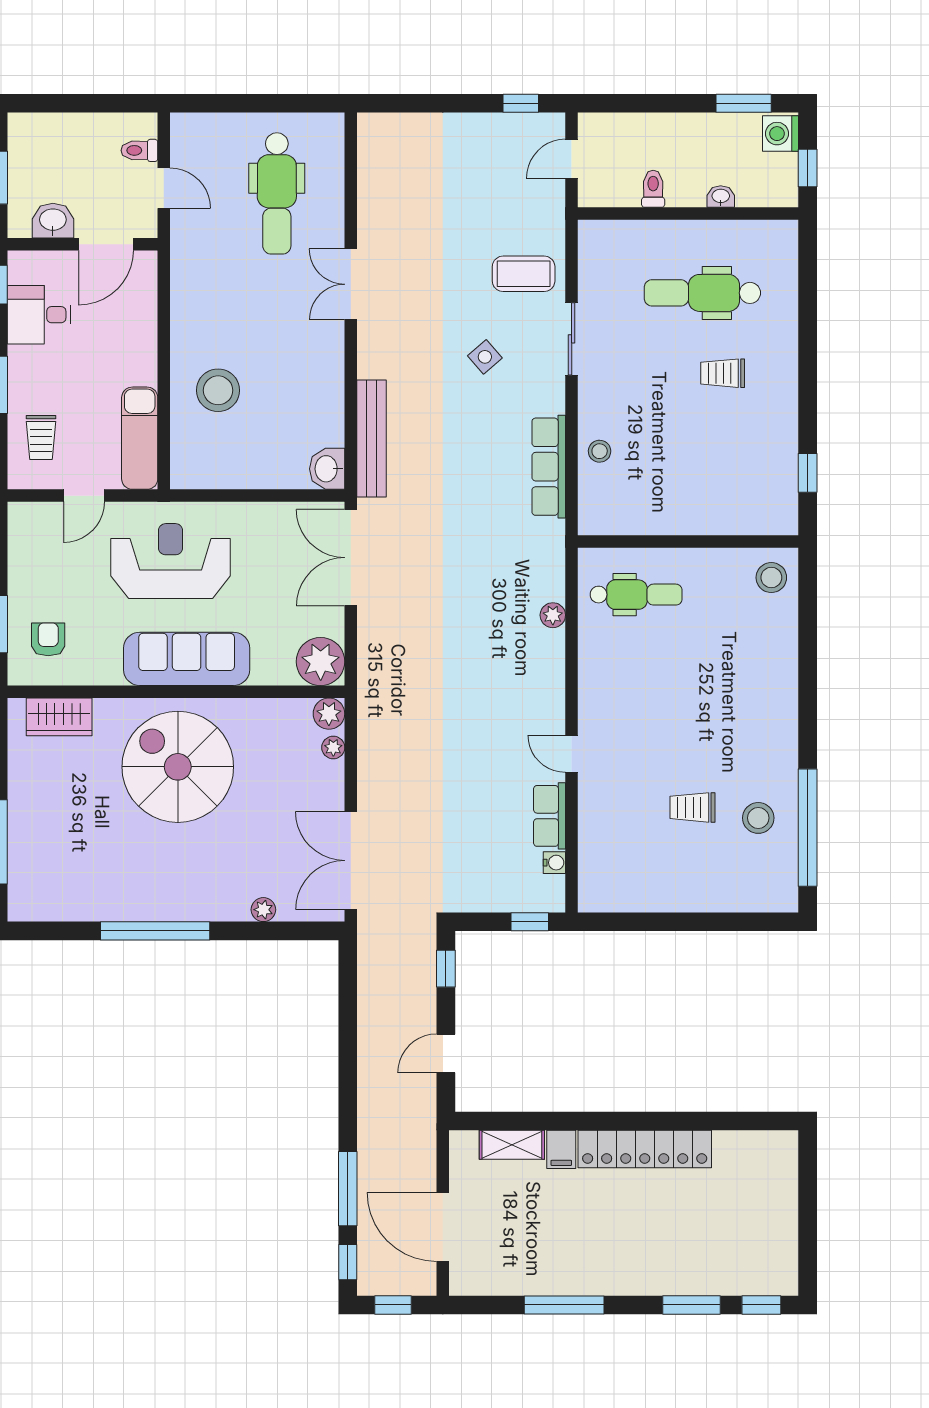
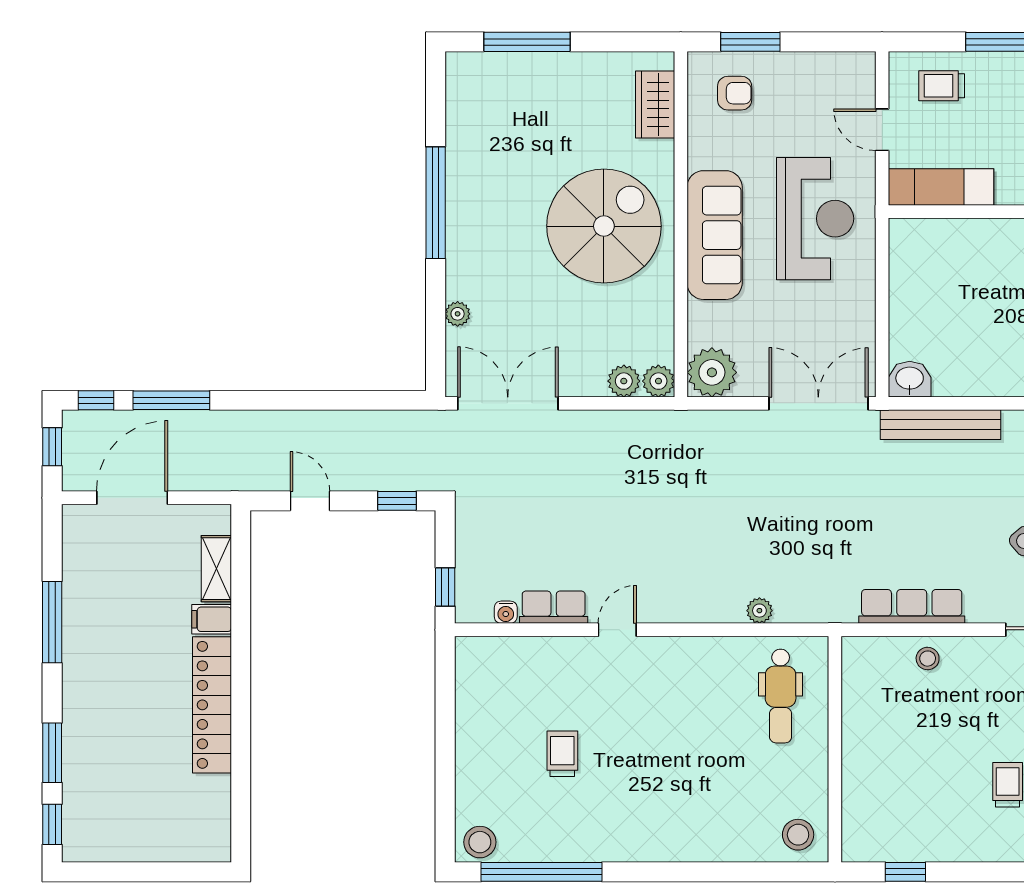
stool: (218, 390) -> (990, 267), removed
plant: (333, 747) -> (624, 381), width x1.38, depth x1.38
stool: (758, 818) -> (480, 842), moved

